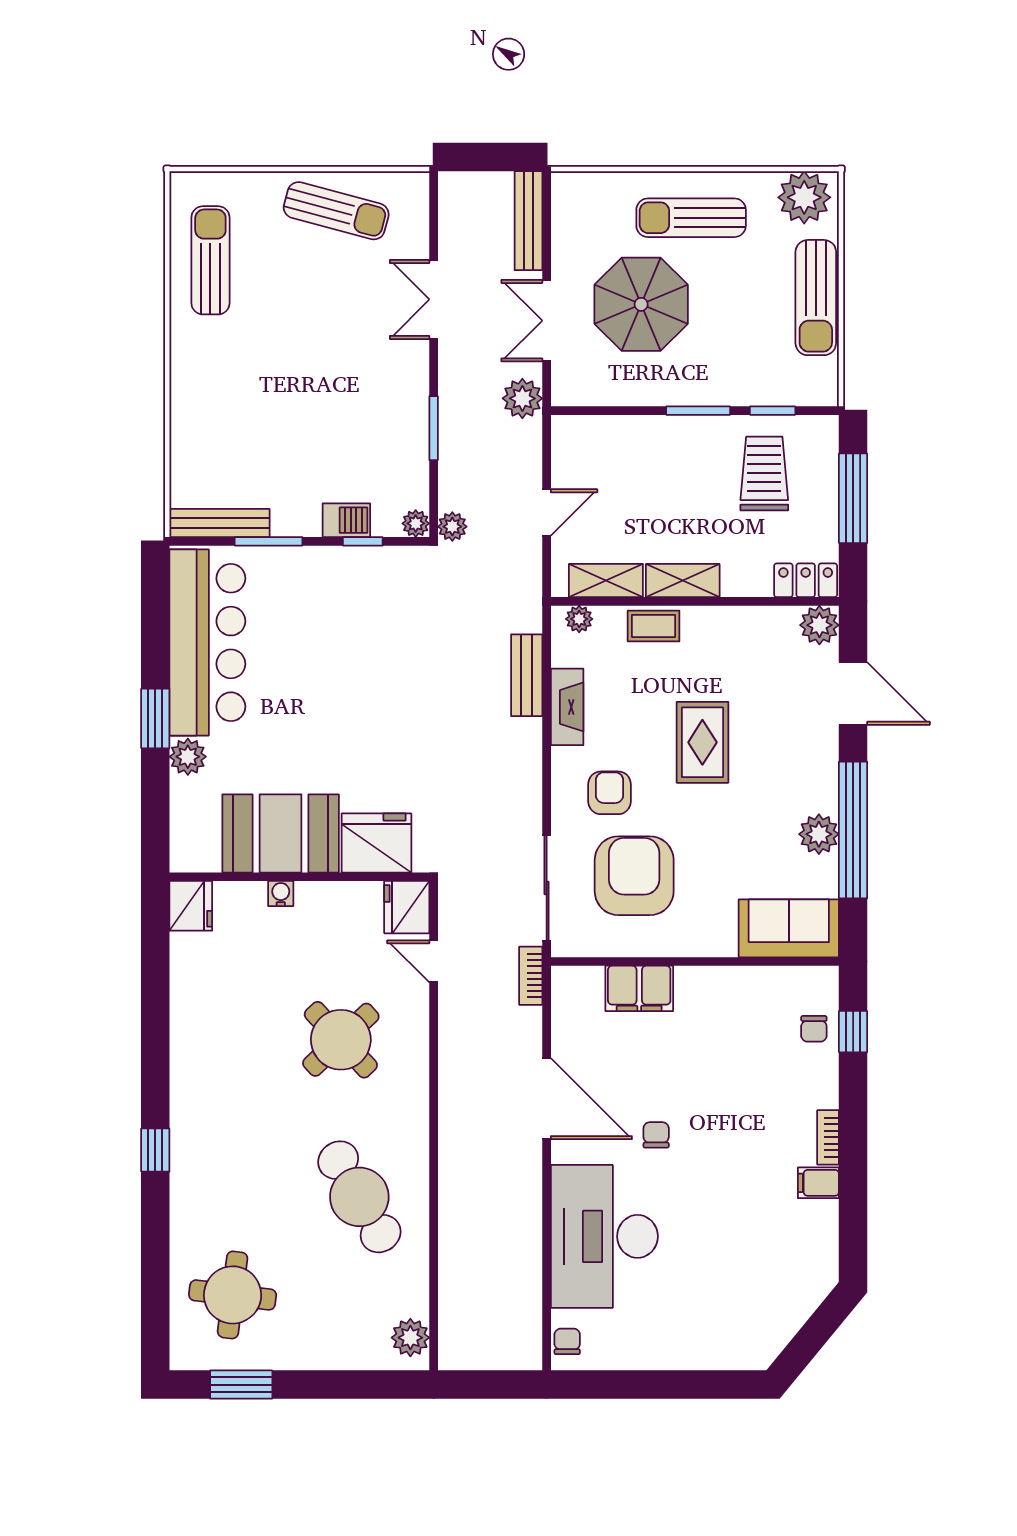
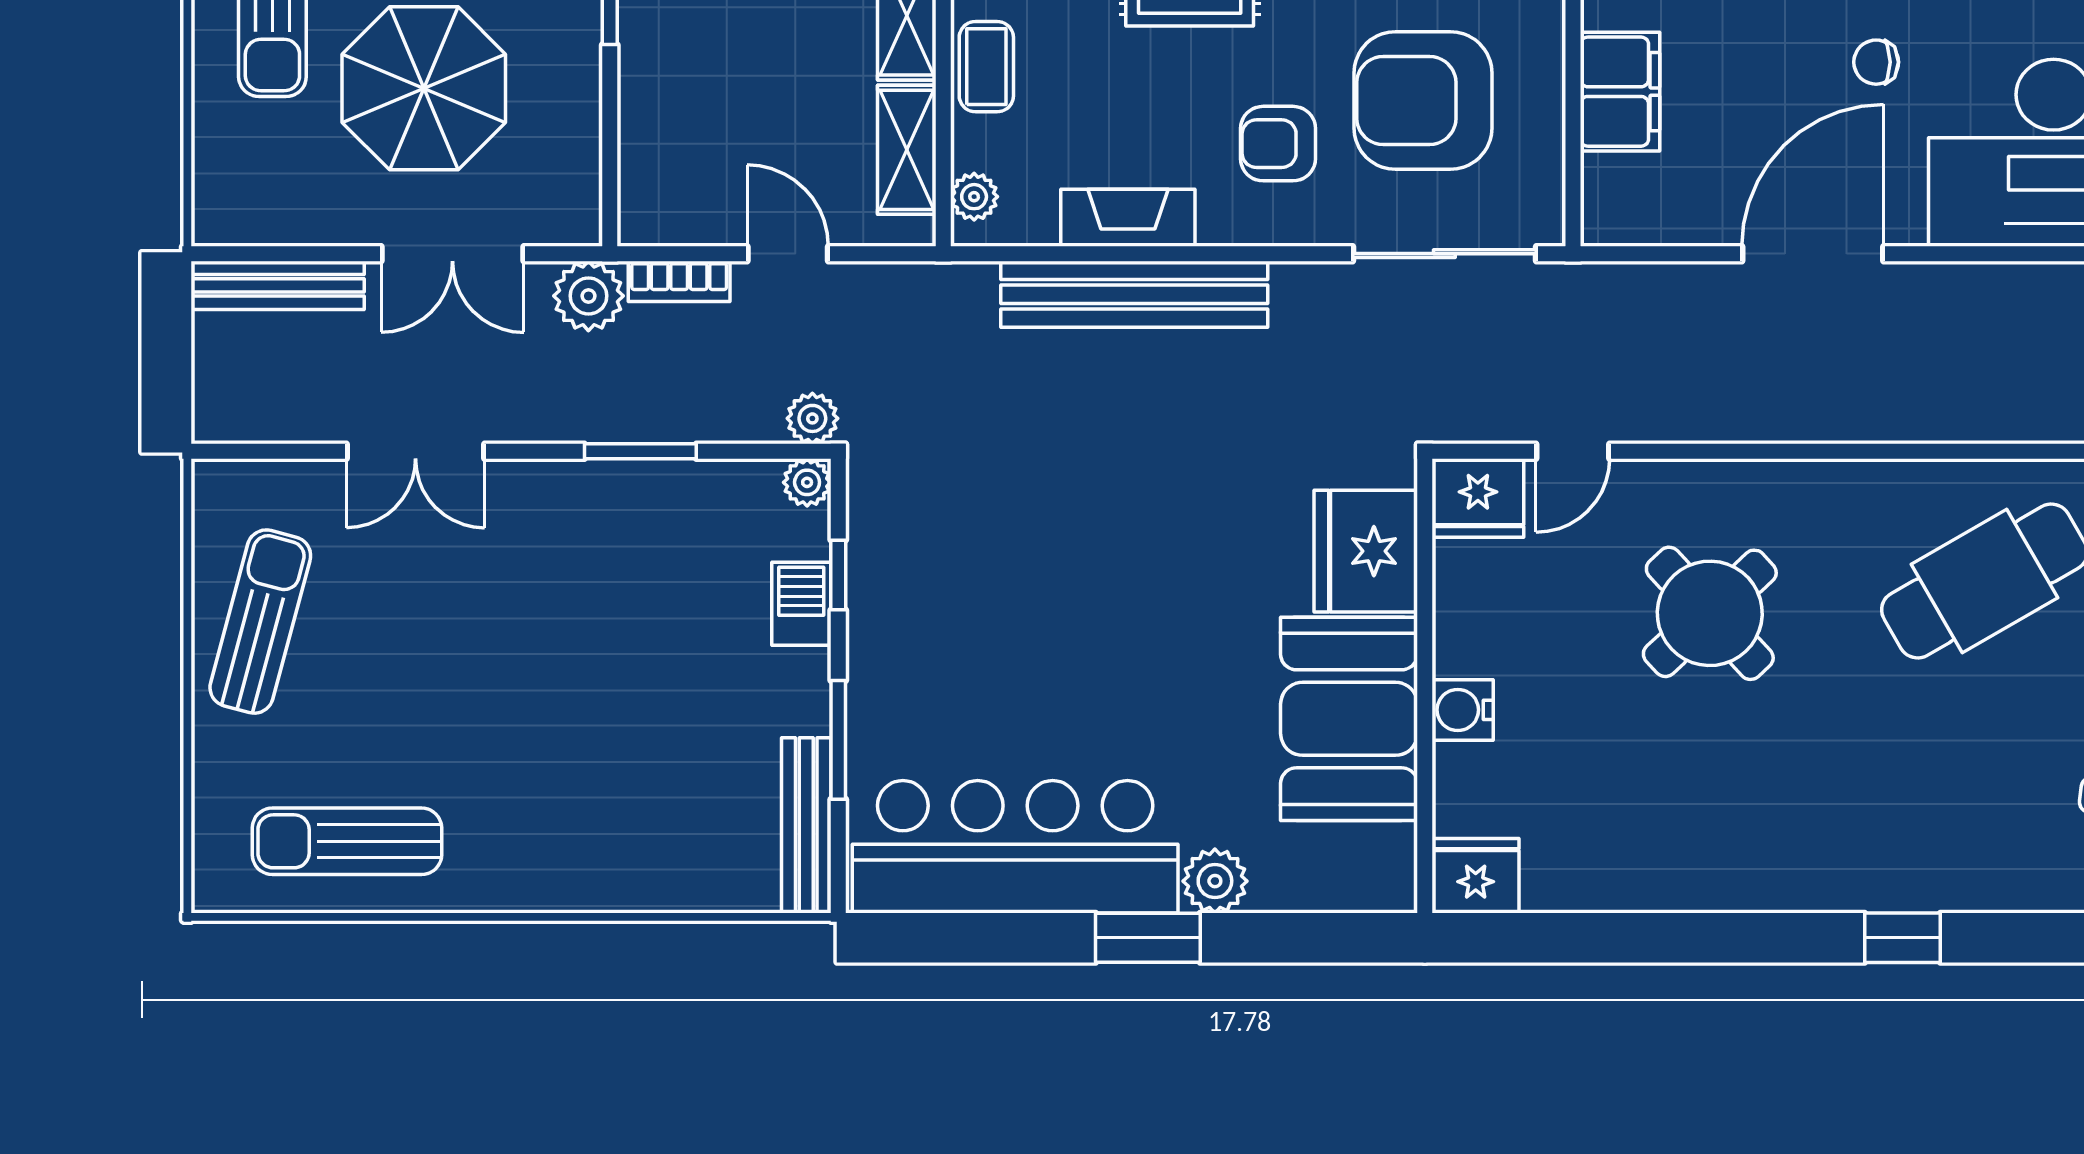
bench: (527, 675) -> (1134, 294), width x1.86, depth x1.21
water cooler: (281, 894) -> (1463, 710), width x1.38, depth x1.38
bookcase: (531, 976) -> (679, 281), moved

